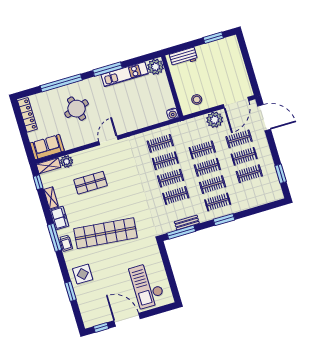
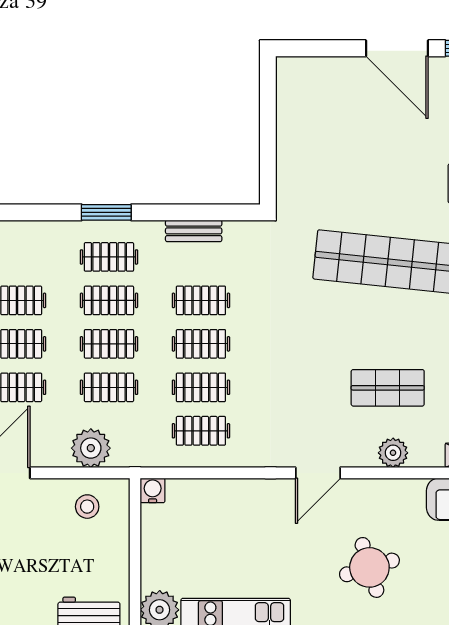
plant: (215, 120) -> (91, 448), moved
plant: (67, 161) -> (393, 453), moved
window: (181, 232) -> (213, 212), removed
checkout: (147, 285) -> (328, 114), removed

